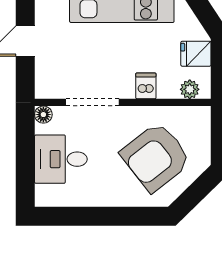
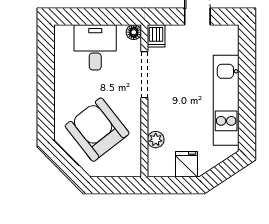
dishwasher: (146, 86) -> (156, 36), moved, turned 90
plant: (190, 89) -> (156, 140), moved

